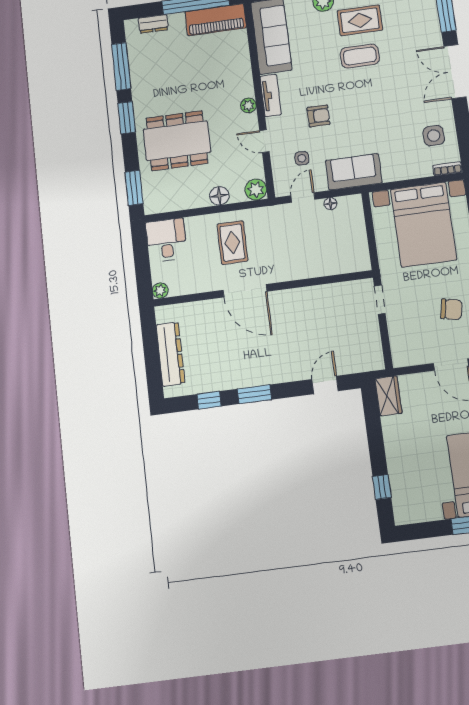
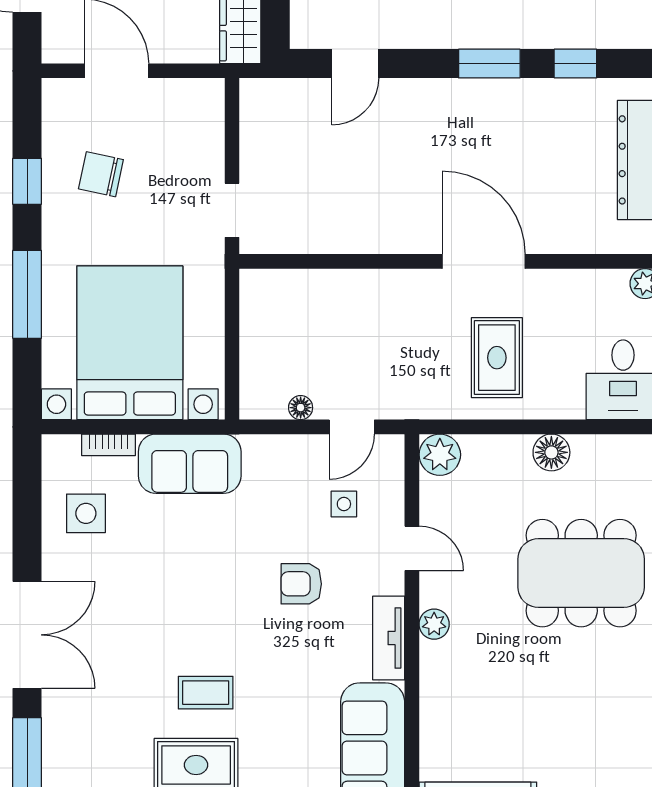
coffee table: (360, 56) -> (206, 693), width x0.73, depth x0.77
bookcase: (447, 169) -> (109, 445), moved
sofa: (354, 172) -> (190, 464), moved
floor lamp: (219, 196) -> (551, 452), moved

